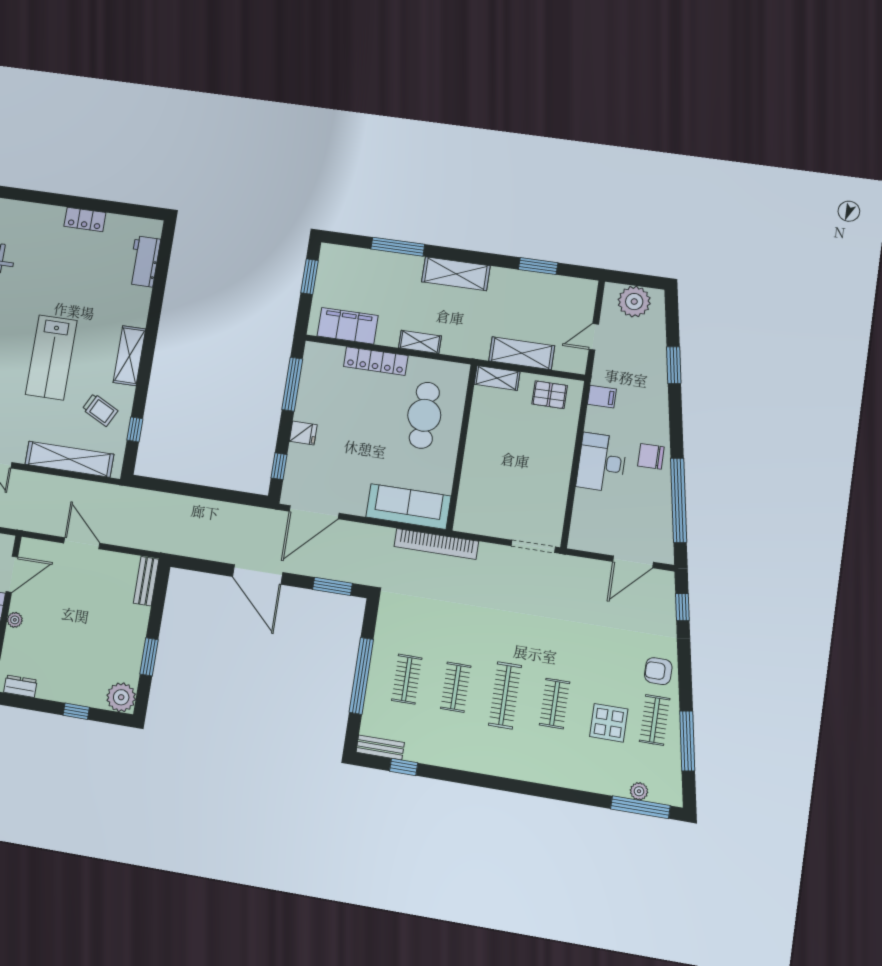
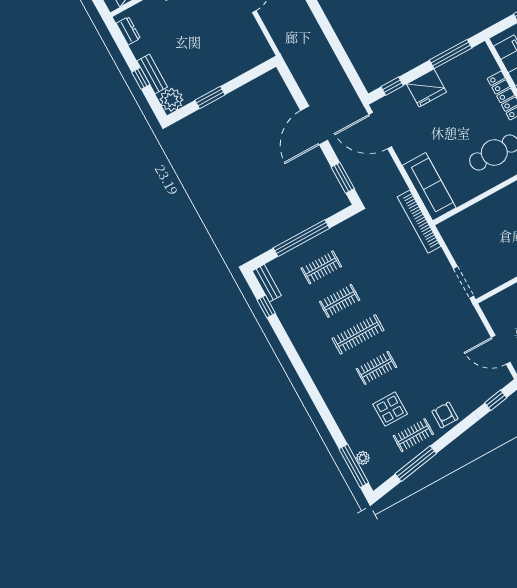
fridge: (303, 433) -> (427, 88), width x1.88, depth x1.34
bench: (146, 581) -> (152, 74), moved, turned 90

